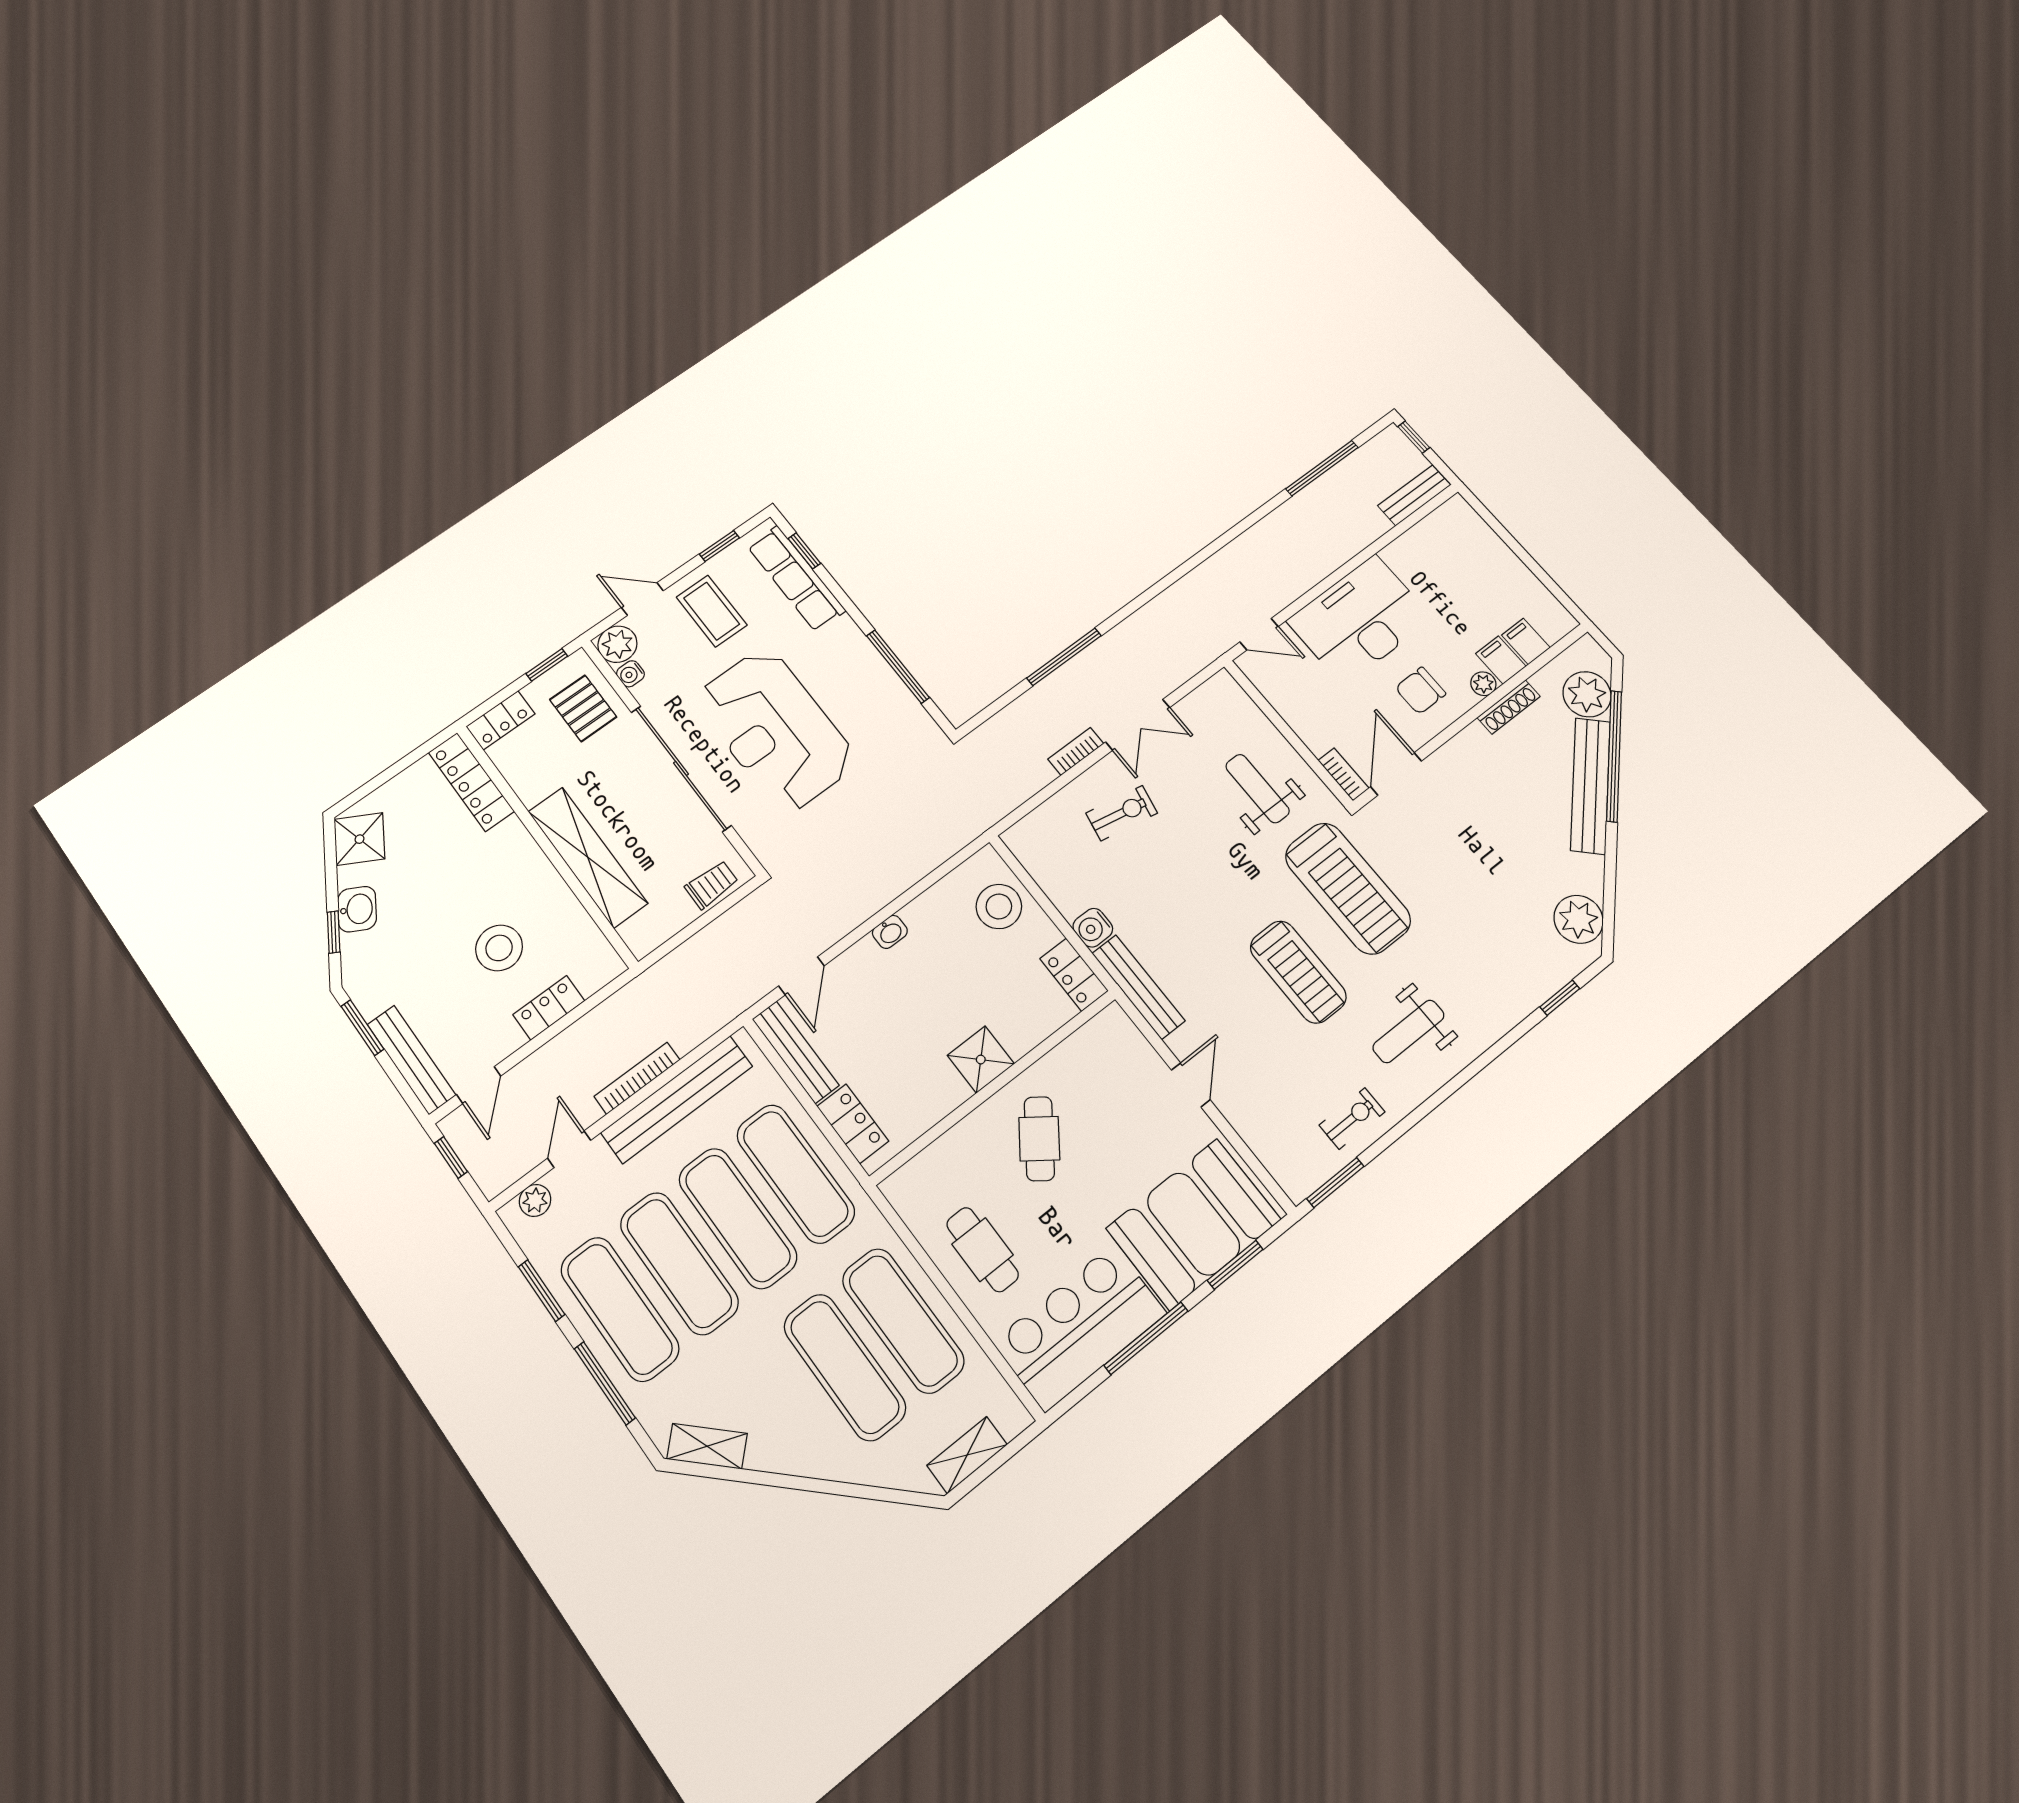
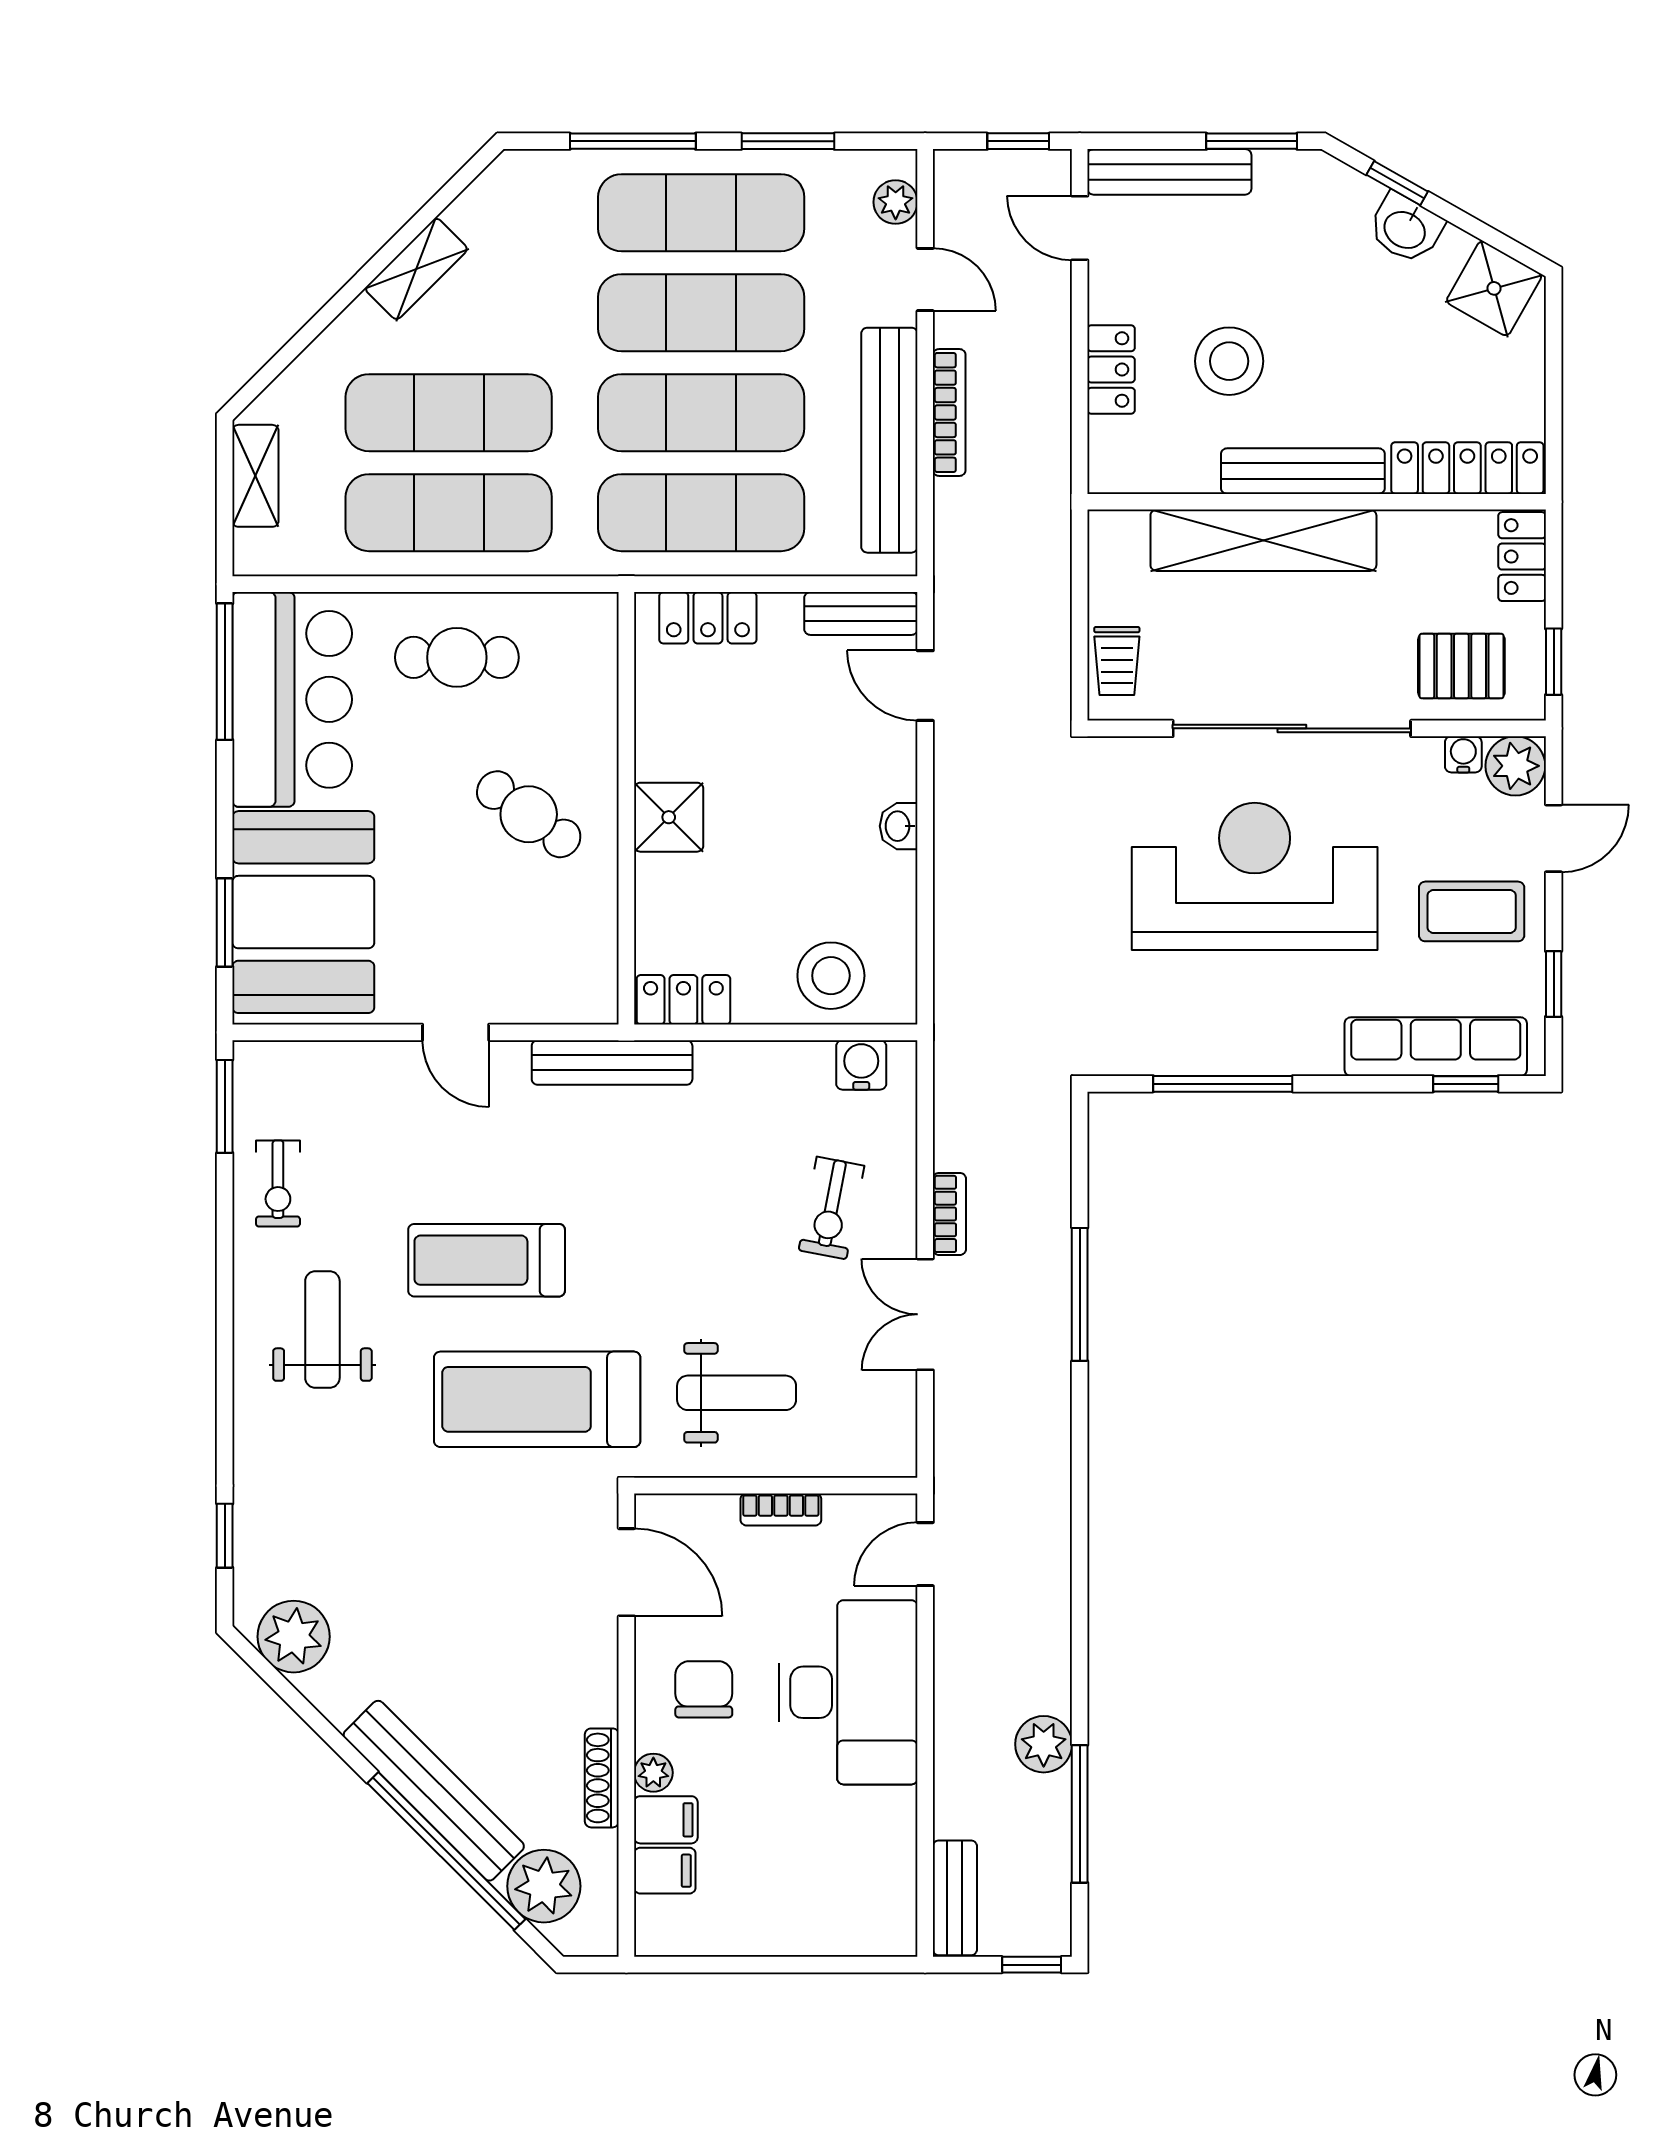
plant: (1303, 509) -> (1044, 1744), added
bookcase: (1344, 774) -> (781, 1509), moved
bench: (534, 865) -> (1303, 471), added
water cooler: (1093, 928) -> (861, 1065), moved
bench: (796, 1052) -> (861, 613), width x0.73
window: (1146, 1338) -> (225, 672), moved
shelving: (707, 1446) -> (416, 269), moved

